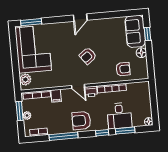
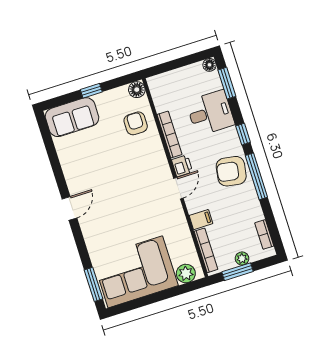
door: (80, 18) -> (69, 208), hinge flipped
window: (148, 34) -> (91, 91), moved
floor lamp: (141, 53) -> (137, 90), moved
armchair: (88, 56) -> (127, 183), removed
armchair: (81, 121) -> (231, 171), turned 99
window: (125, 131) -> (227, 83), moved
window: (64, 136) -> (256, 176), moved

